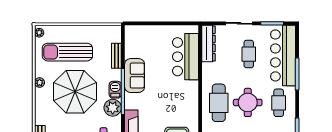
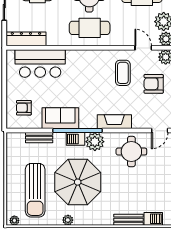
armchair: (144, 42) -> (24, 108), added

